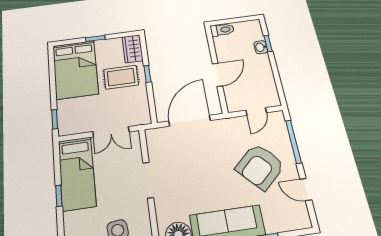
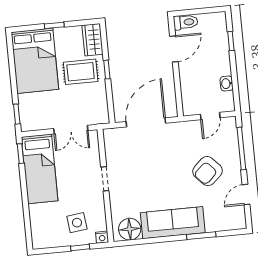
washbasin: (261, 47) -> (227, 84), moved
door: (217, 75) -> (174, 49), moved
armchair: (260, 166) -> (208, 171), width x0.73, depth x0.73
doorway: (148, 180) -> (105, 179), width x0.73
door: (306, 190) -> (246, 195), hinge flipped
window: (59, 196) -> (21, 154), moved

